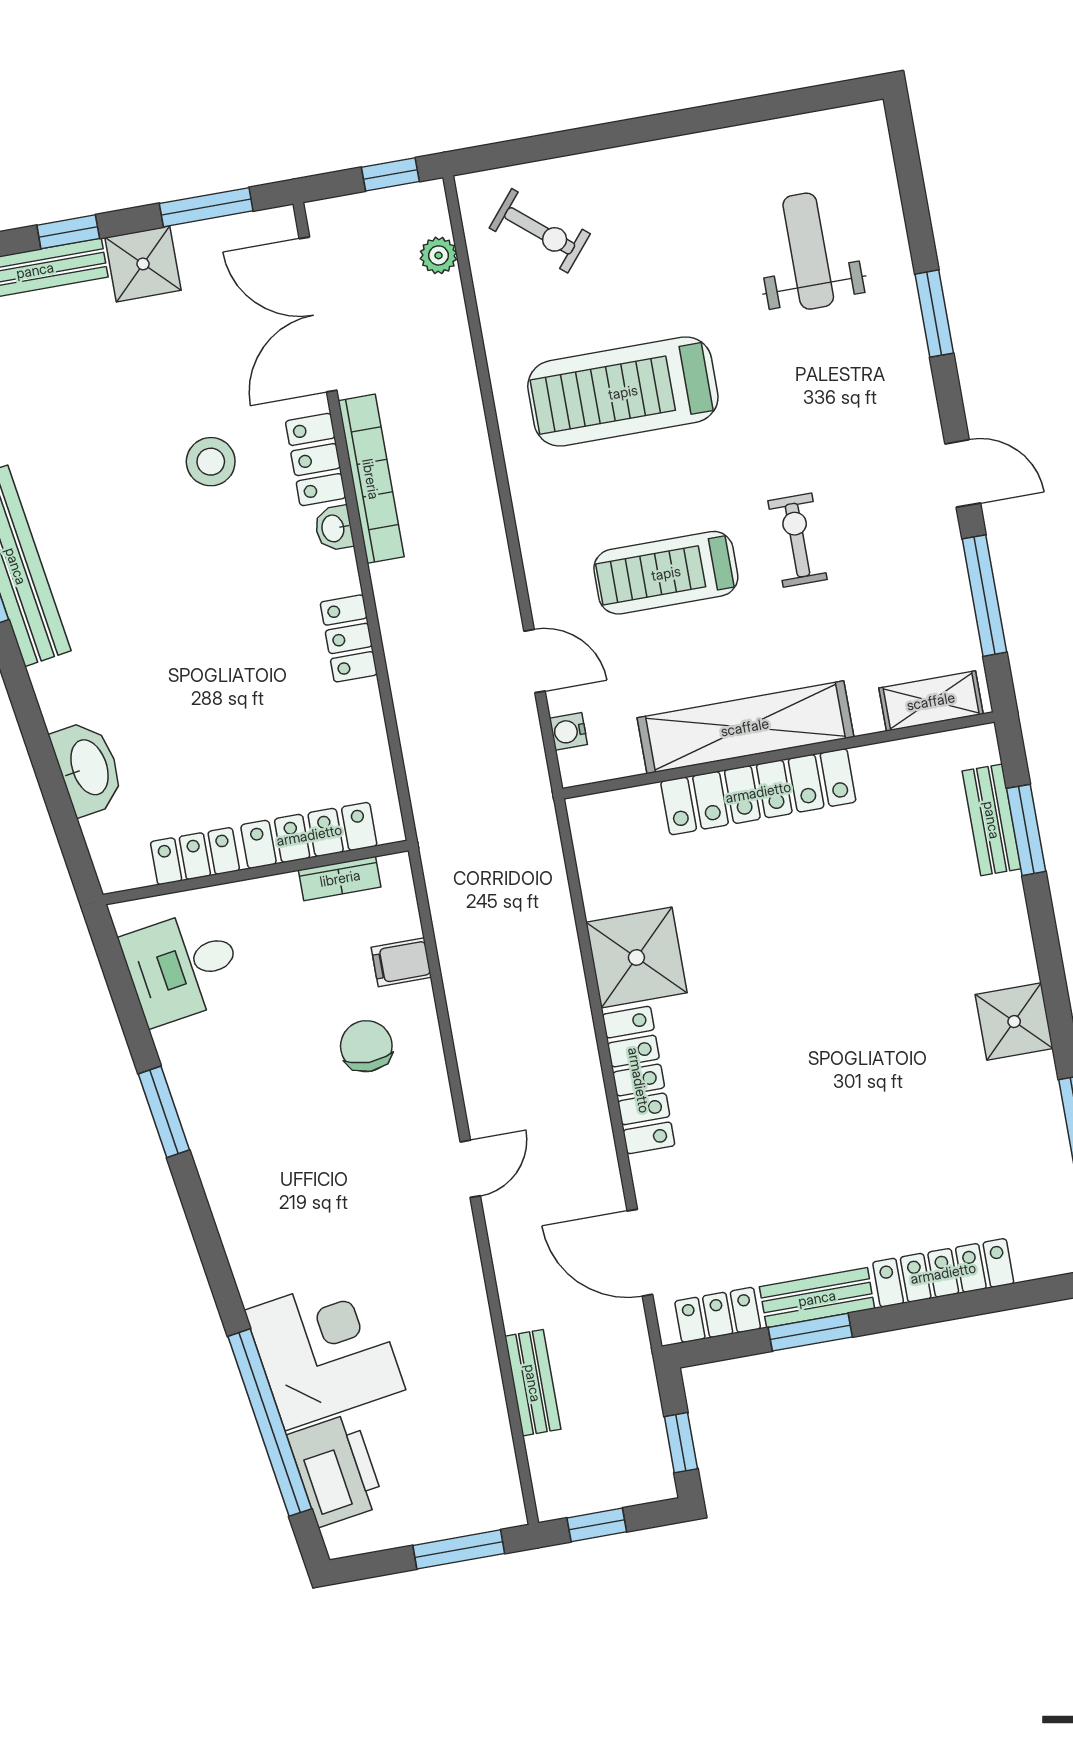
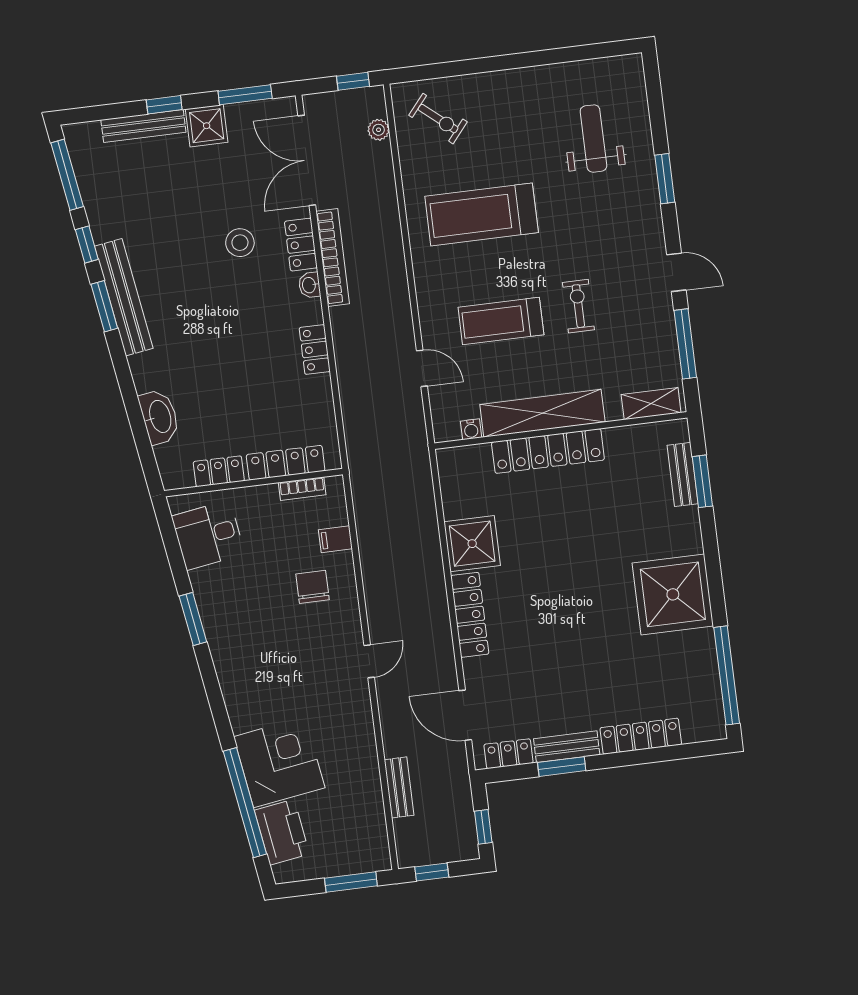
water cooler: (568, 731) -> (471, 429), moved, turned -90
shower: (1014, 1022) -> (673, 594), width x1.86, depth x1.86

